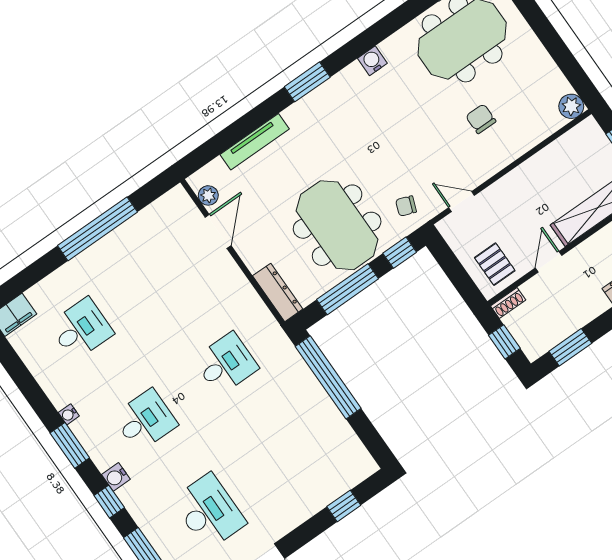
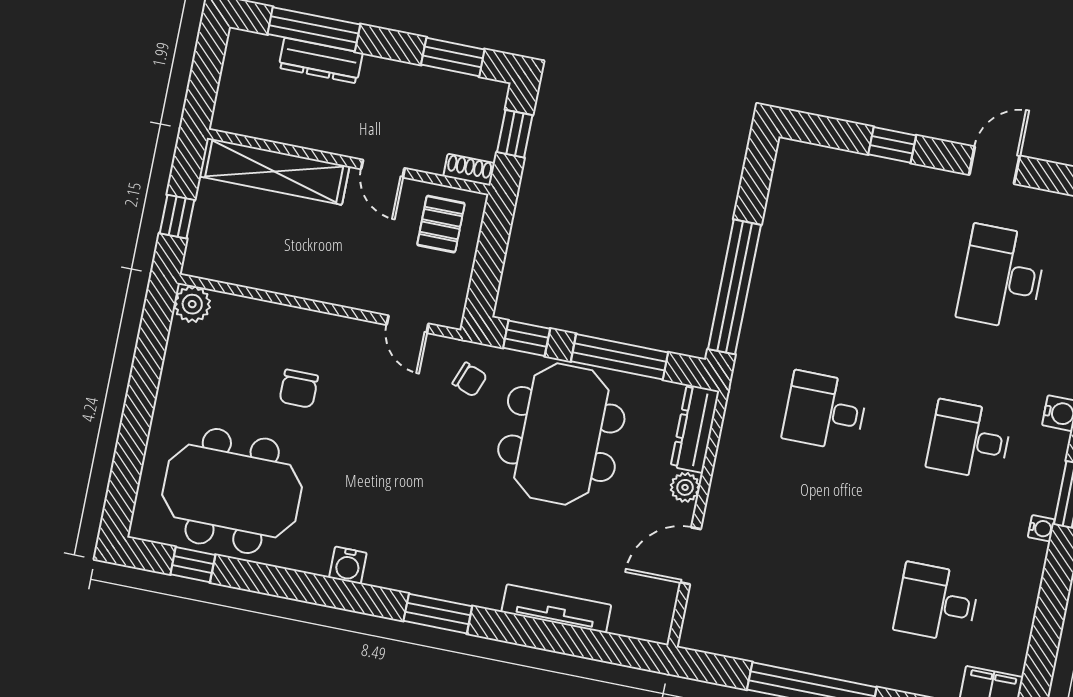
plant: (208, 195) -> (685, 487), moved
door: (549, 262) -> (383, 169), hinge flipped
window: (344, 506) -> (892, 145), moved

